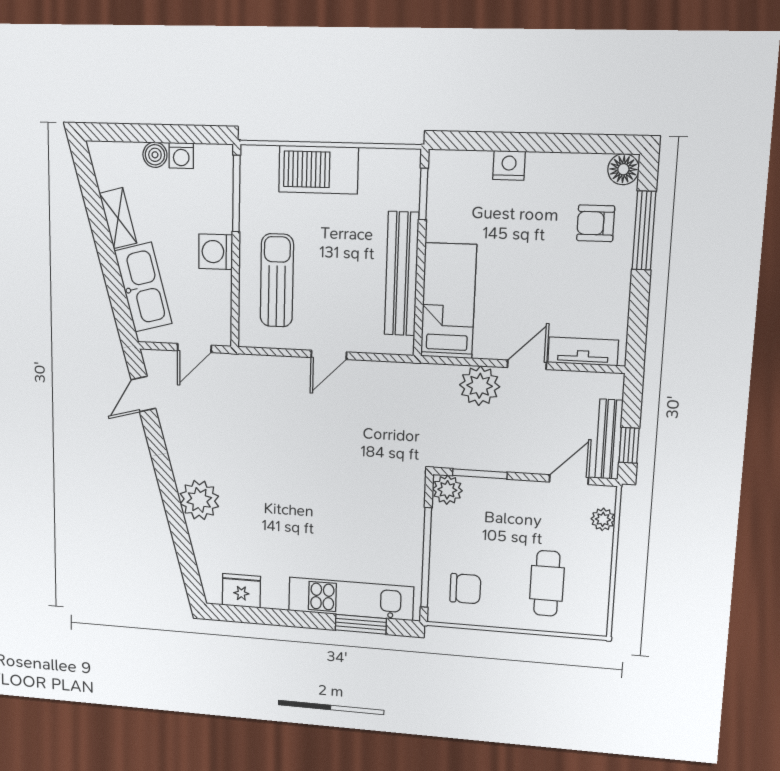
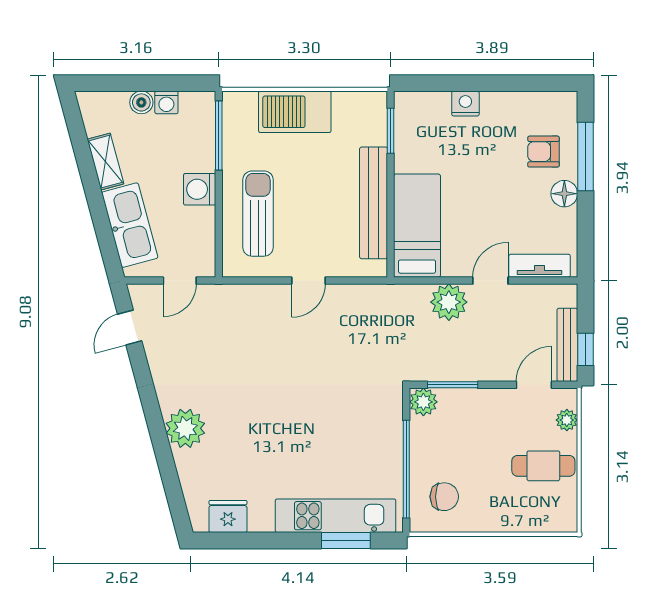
floor lamp: (623, 169) -> (564, 194), moved
cafe table: (547, 583) -> (543, 466), moved, turned 90

